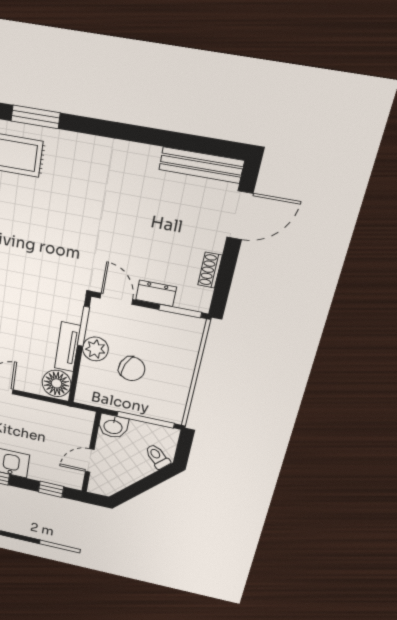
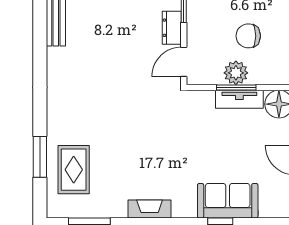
window: (83, 326) -> (236, 87), moved
chair: (132, 369) -> (248, 36), turned -112

